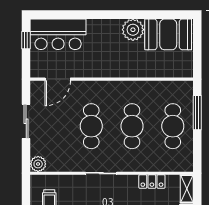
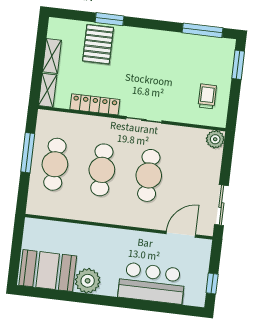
bar counter: (58, 34) -> (152, 283), moved
window: (197, 113) -> (28, 153), moved
sliding door: (26, 121) -> (221, 205), moved
locker: (152, 181) -> (95, 104), width x1.53

